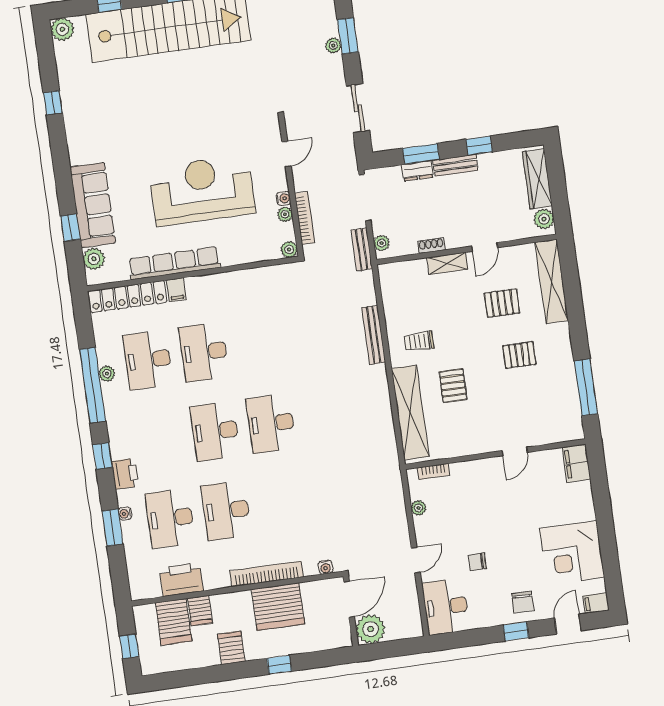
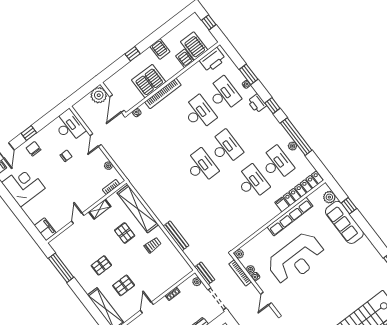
shelving: (447, 263) -> (100, 209), moved
printer: (181, 580) -> (213, 60), moved

